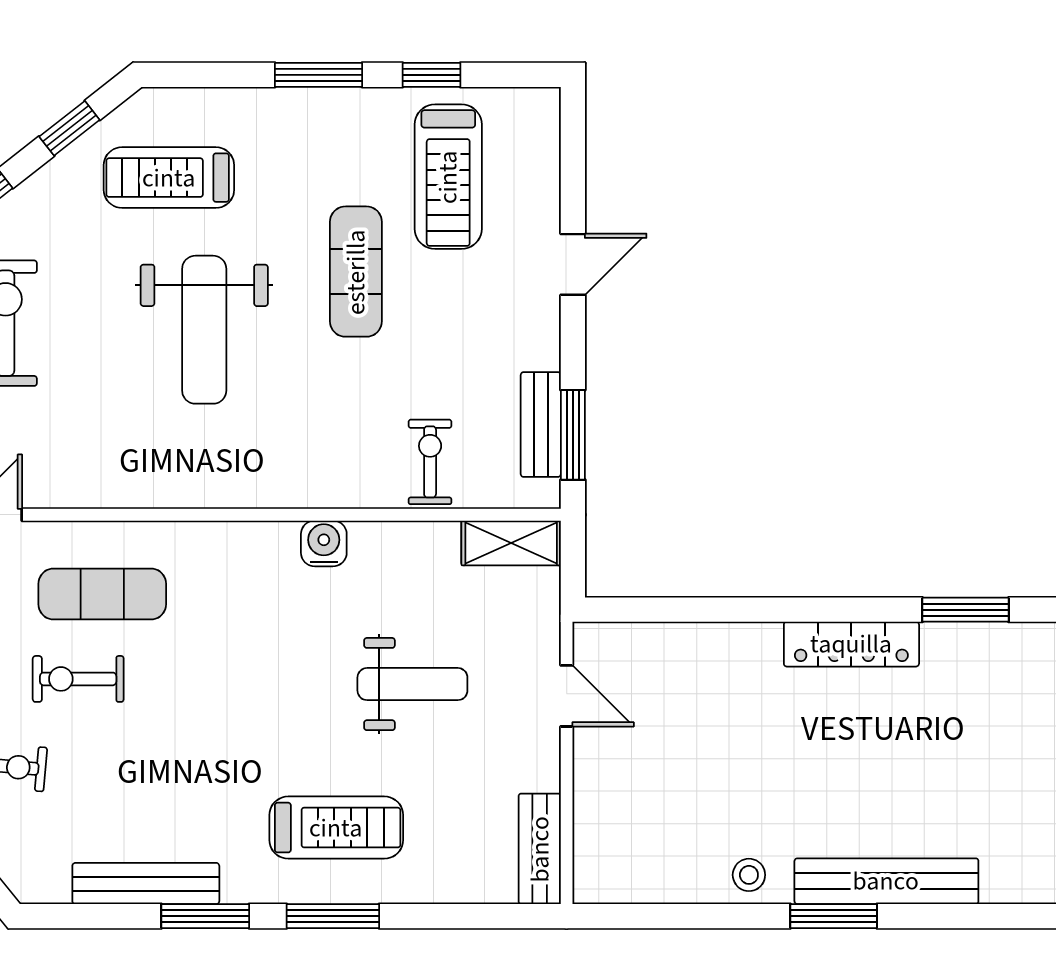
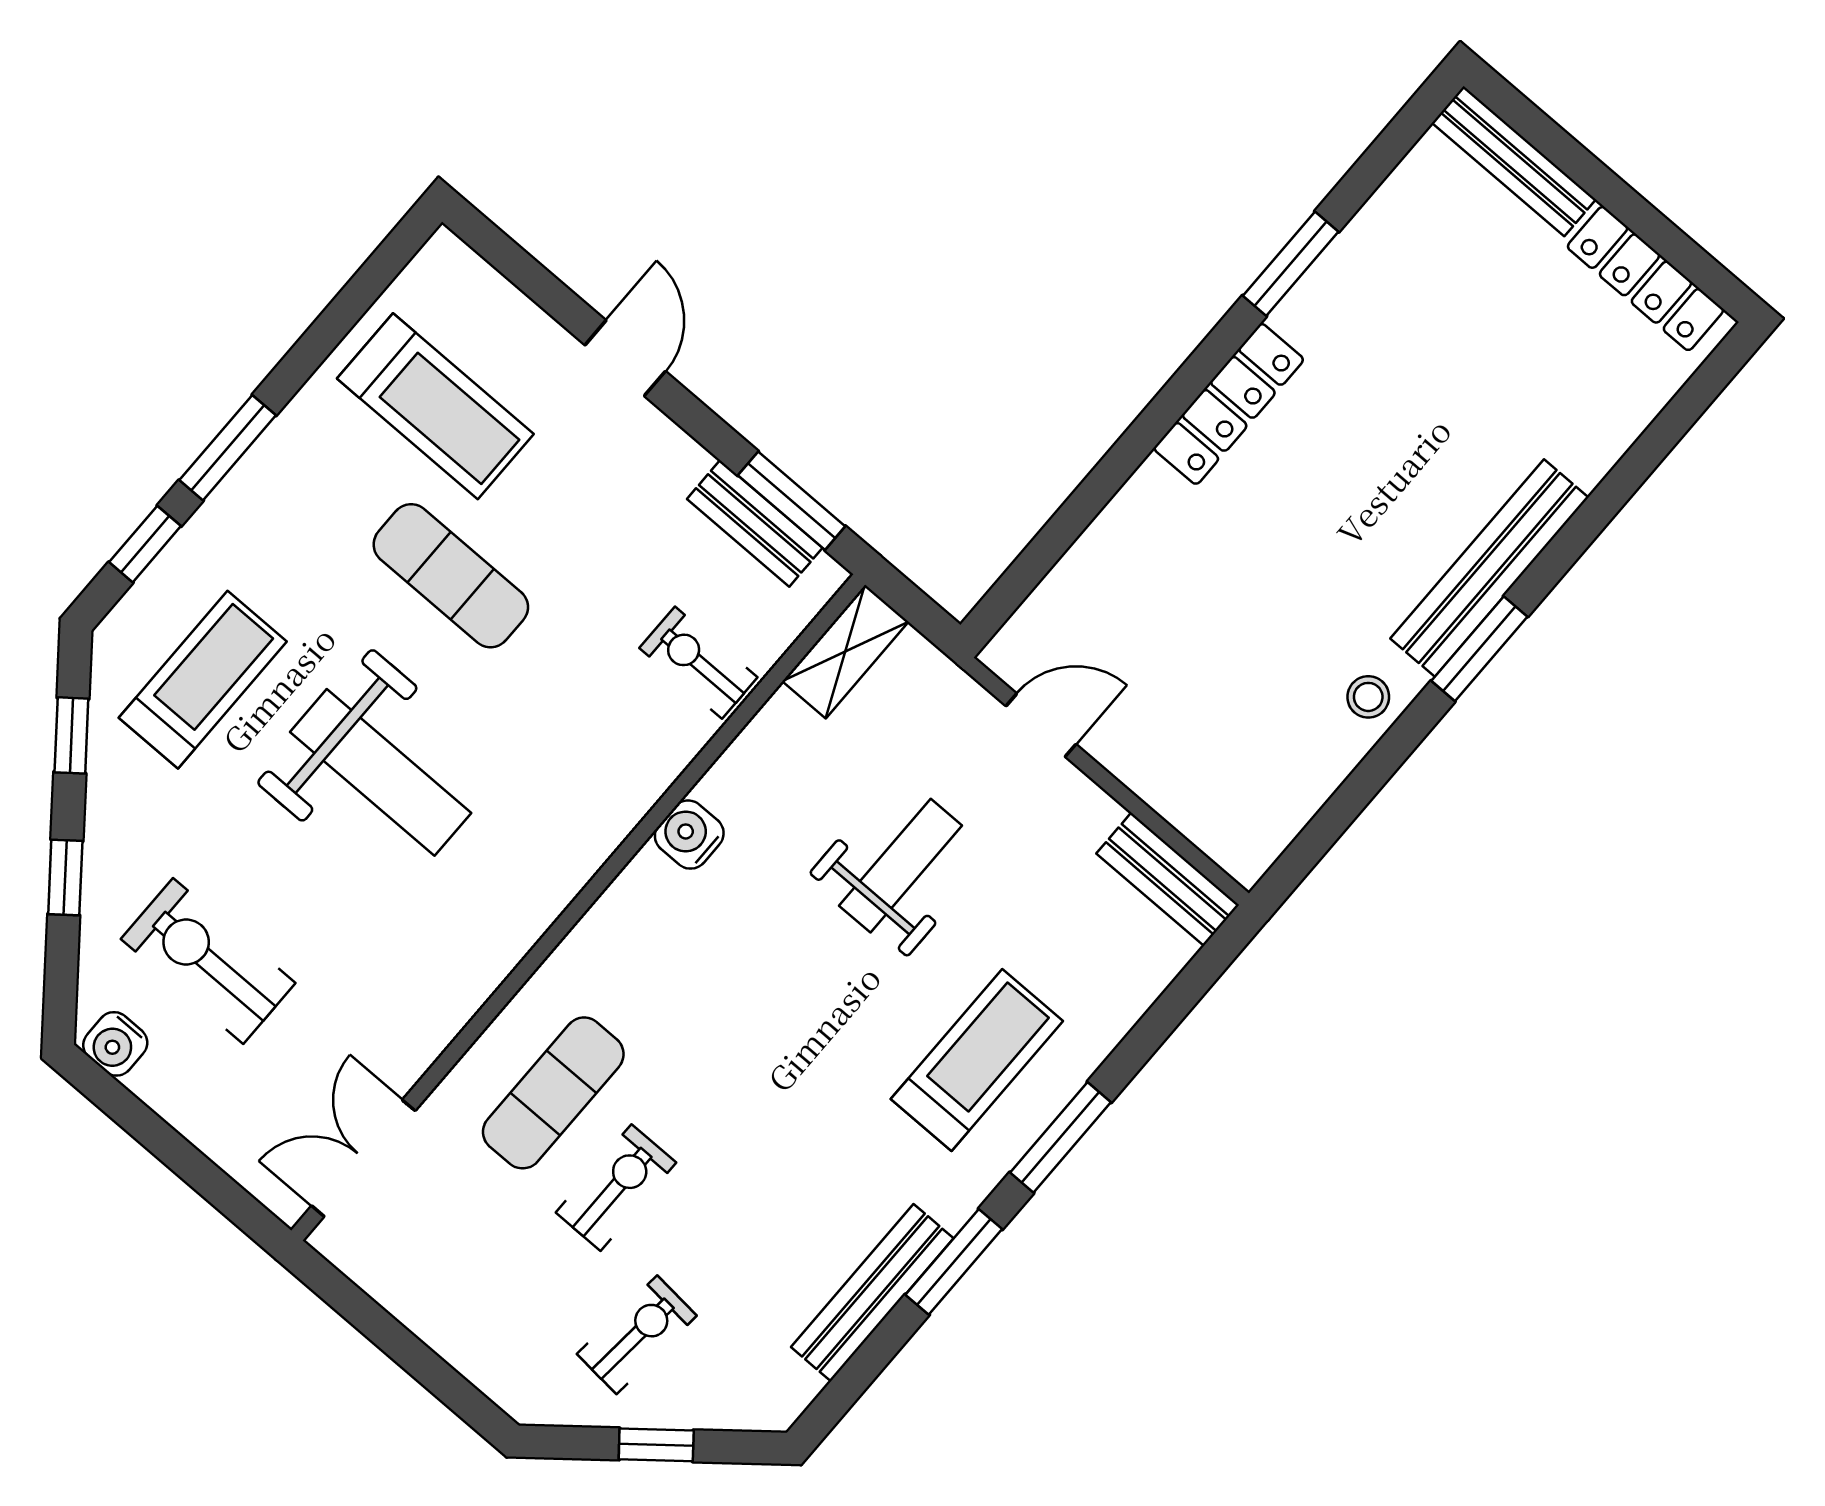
window: (432, 75) -> (145, 544), moved
treadmill: (169, 178) -> (203, 680), turned 180
exercise bike: (78, 679) -> (616, 1188), turned 180

